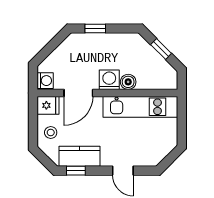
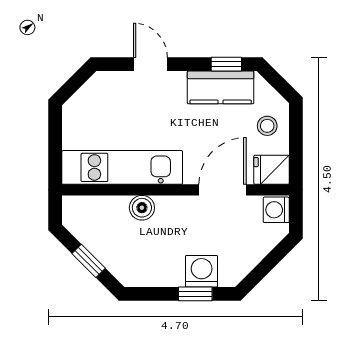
washing machine: (109, 80) -> (202, 271), moved, turned 180

